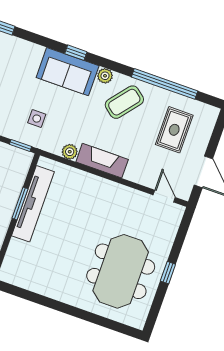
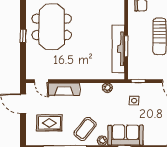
rug: (174, 130) -> (49, 123), turned 90
fireplace: (102, 161) -> (64, 89), moved

